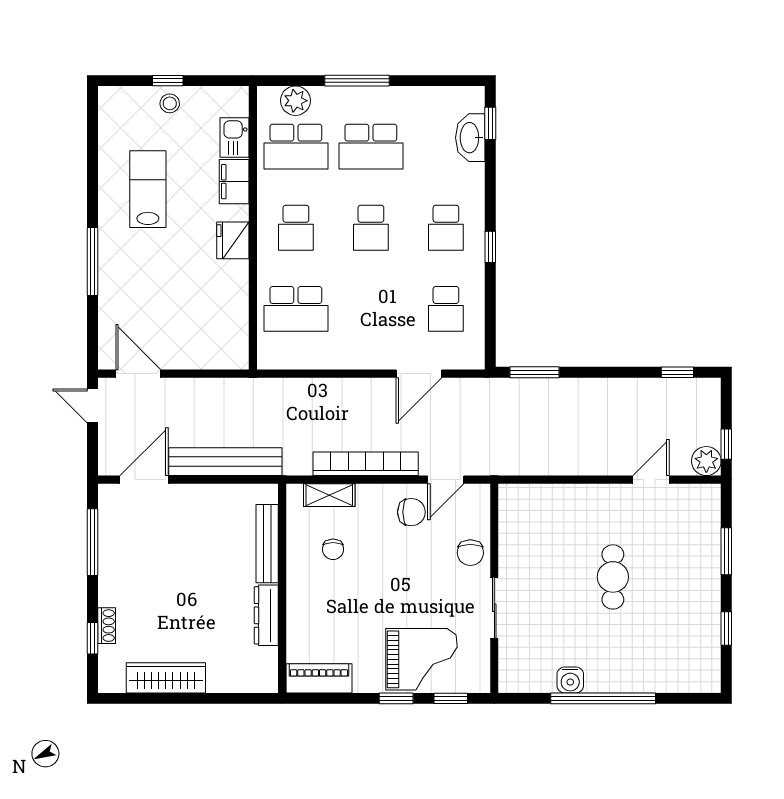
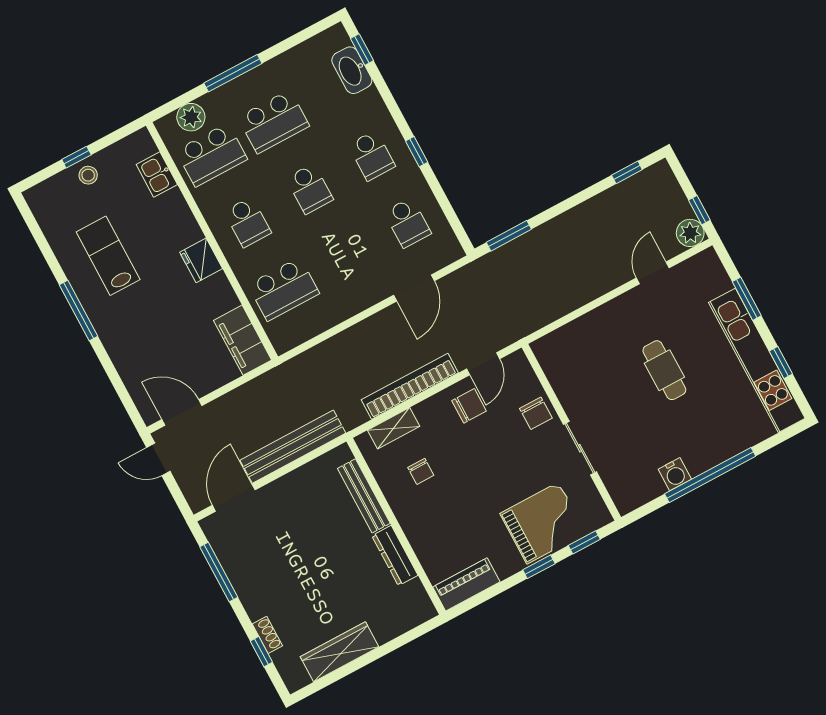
filing cabinet: (234, 182) -> (243, 340), moved, width x1.50, depth x1.17
window: (93, 262) -> (79, 311), moved
kitchen unit: (705, 614) -> (757, 360), added

